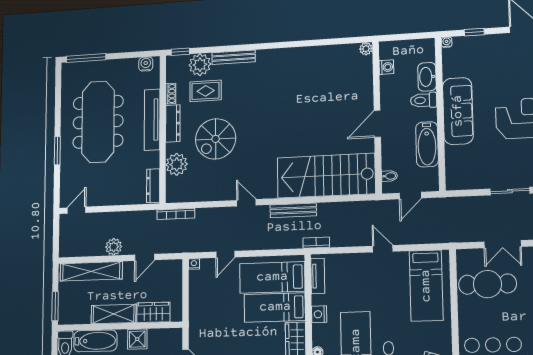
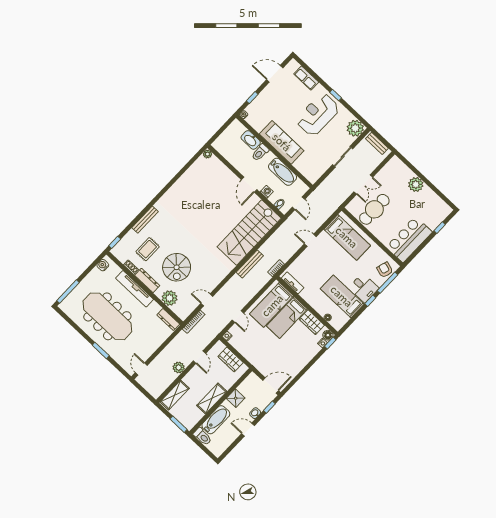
plant: (200, 65) -> (131, 239), removed
washing machine: (386, 67) -> (267, 192), moved
door: (246, 203) -> (207, 300), moved
shelving: (91, 271) -> (175, 395), width x0.68
wardrobe: (153, 312) -> (231, 360), moved, turned -90
nightstand: (319, 314) -> (311, 300), removed

